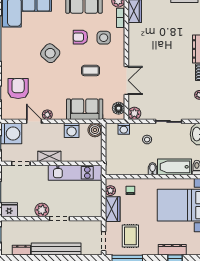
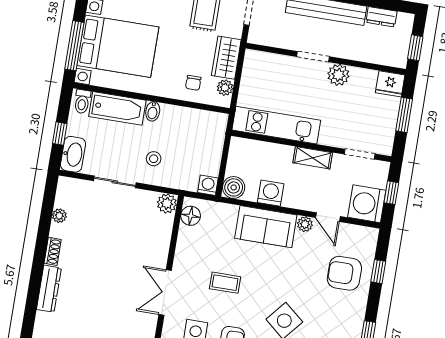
double door: (126, 80) -> (165, 292), moved
armchair: (18, 89) -> (344, 273), turned 90
sofa: (85, 109) -> (266, 227), moved
washing machine: (124, 129) -> (208, 185), moved

